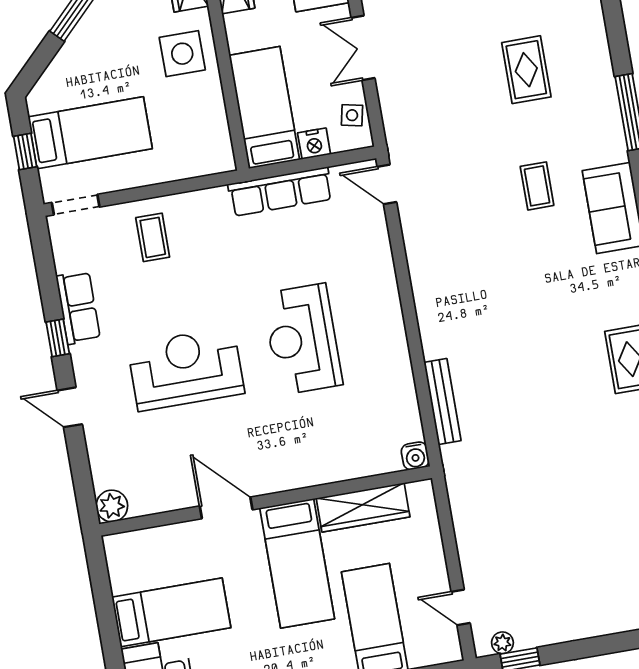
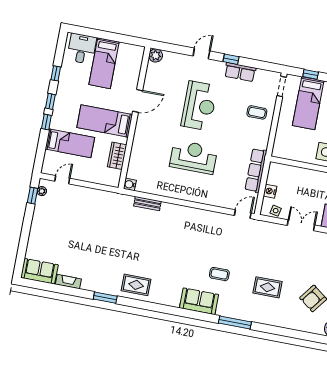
bed: (264, 107) -> (292, 177), removed
bench: (442, 402) -> (147, 204), width x0.73
wardrobe: (363, 507) -> (117, 156), width x0.67

